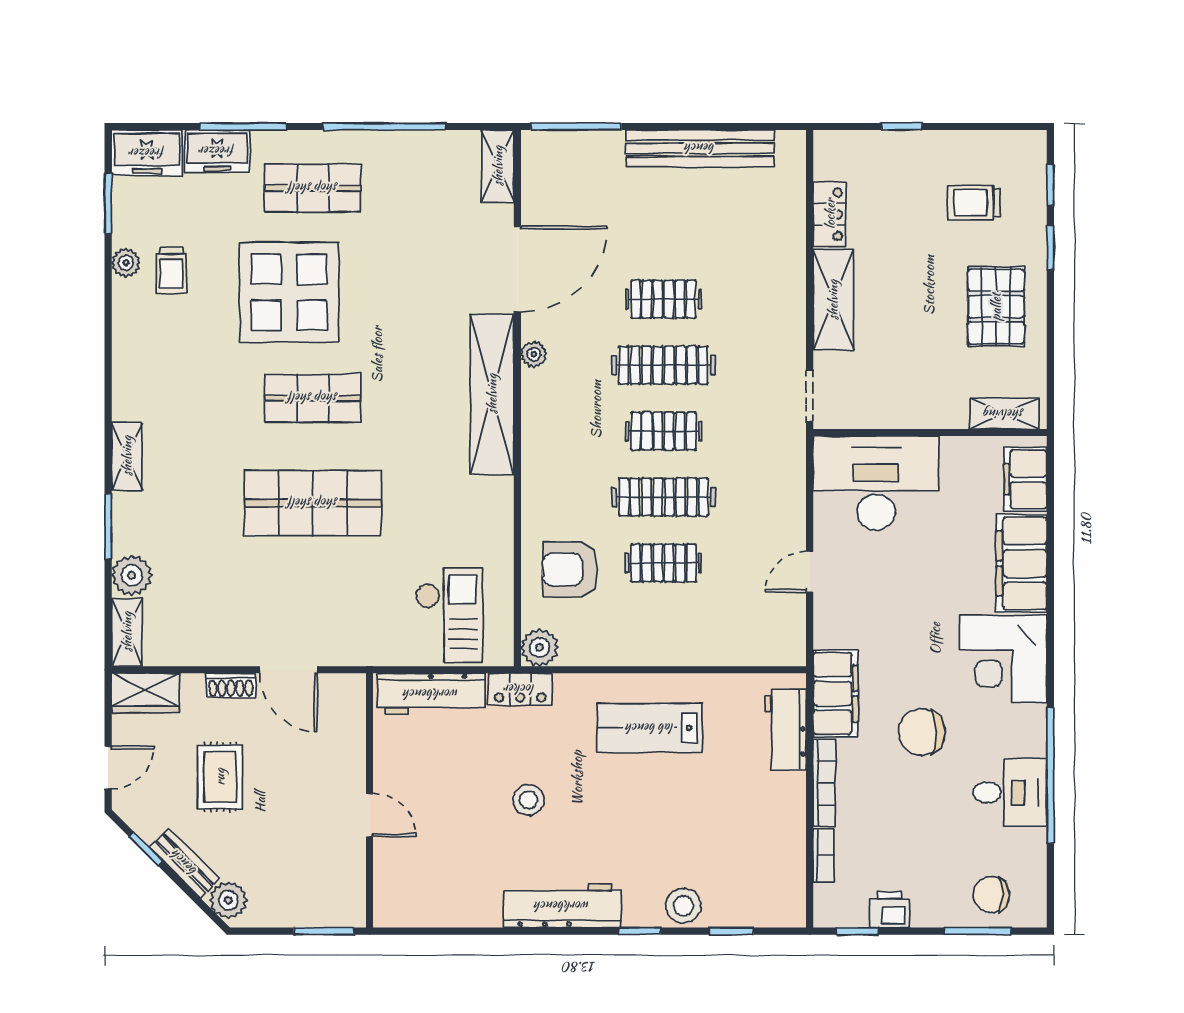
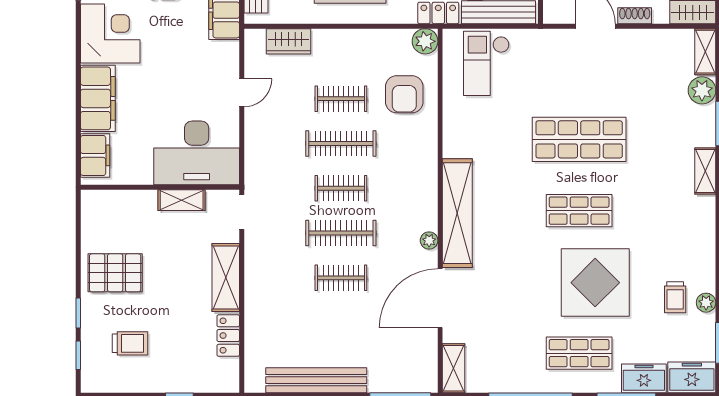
trolley: (171, 271) -> (675, 297), turned 180
pallet: (996, 307) -> (115, 273), turned 90
shelving: (1004, 414) -> (182, 200), moved
armchair: (570, 569) -> (404, 94), turned 90
wardrobe: (741, 647) -> (288, 41), added

